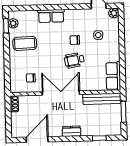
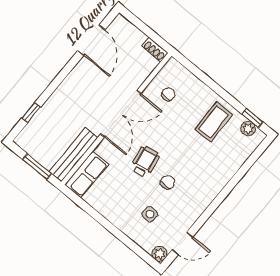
row of seats: (51, 16) -> (219, 179), removed
row of seats: (113, 76) -> (87, 174), moved, turned 90
dresser: (71, 131) -> (67, 88), removed

